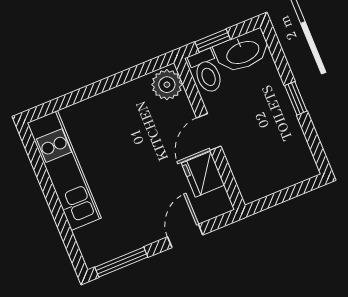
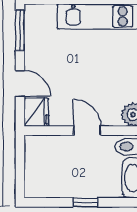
fridge: (203, 174) -> (36, 112), moved, turned 90

